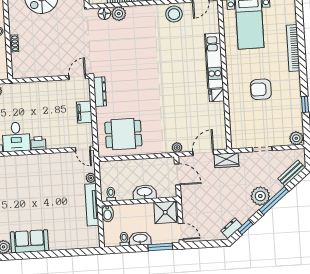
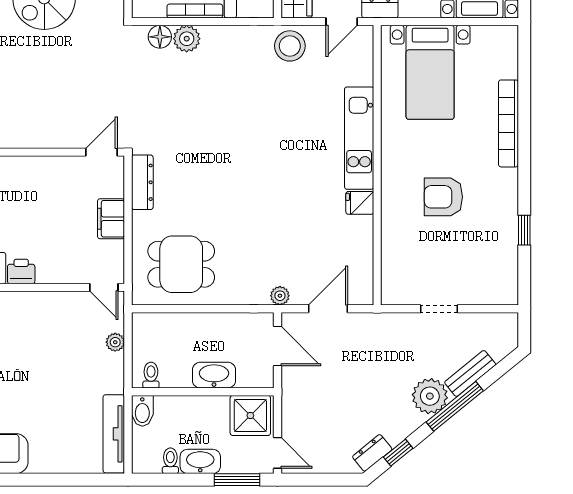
plant: (296, 138) -> (504, 292), removed
wardrobe: (226, 160) -> (371, 325), removed
bench: (291, 173) -> (470, 373), moved
tv unit: (92, 205) -> (114, 434), moved

